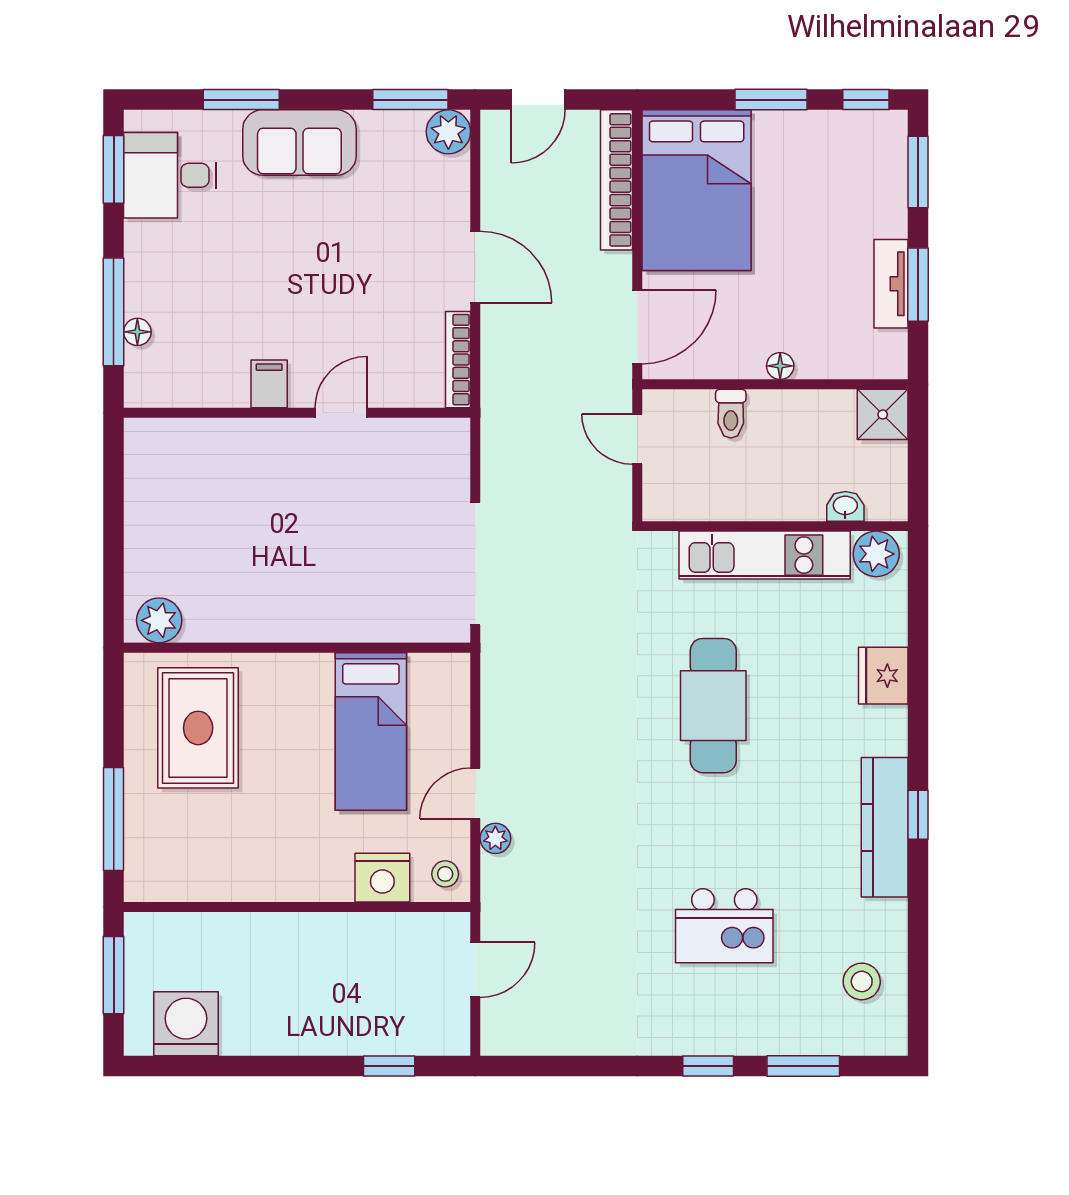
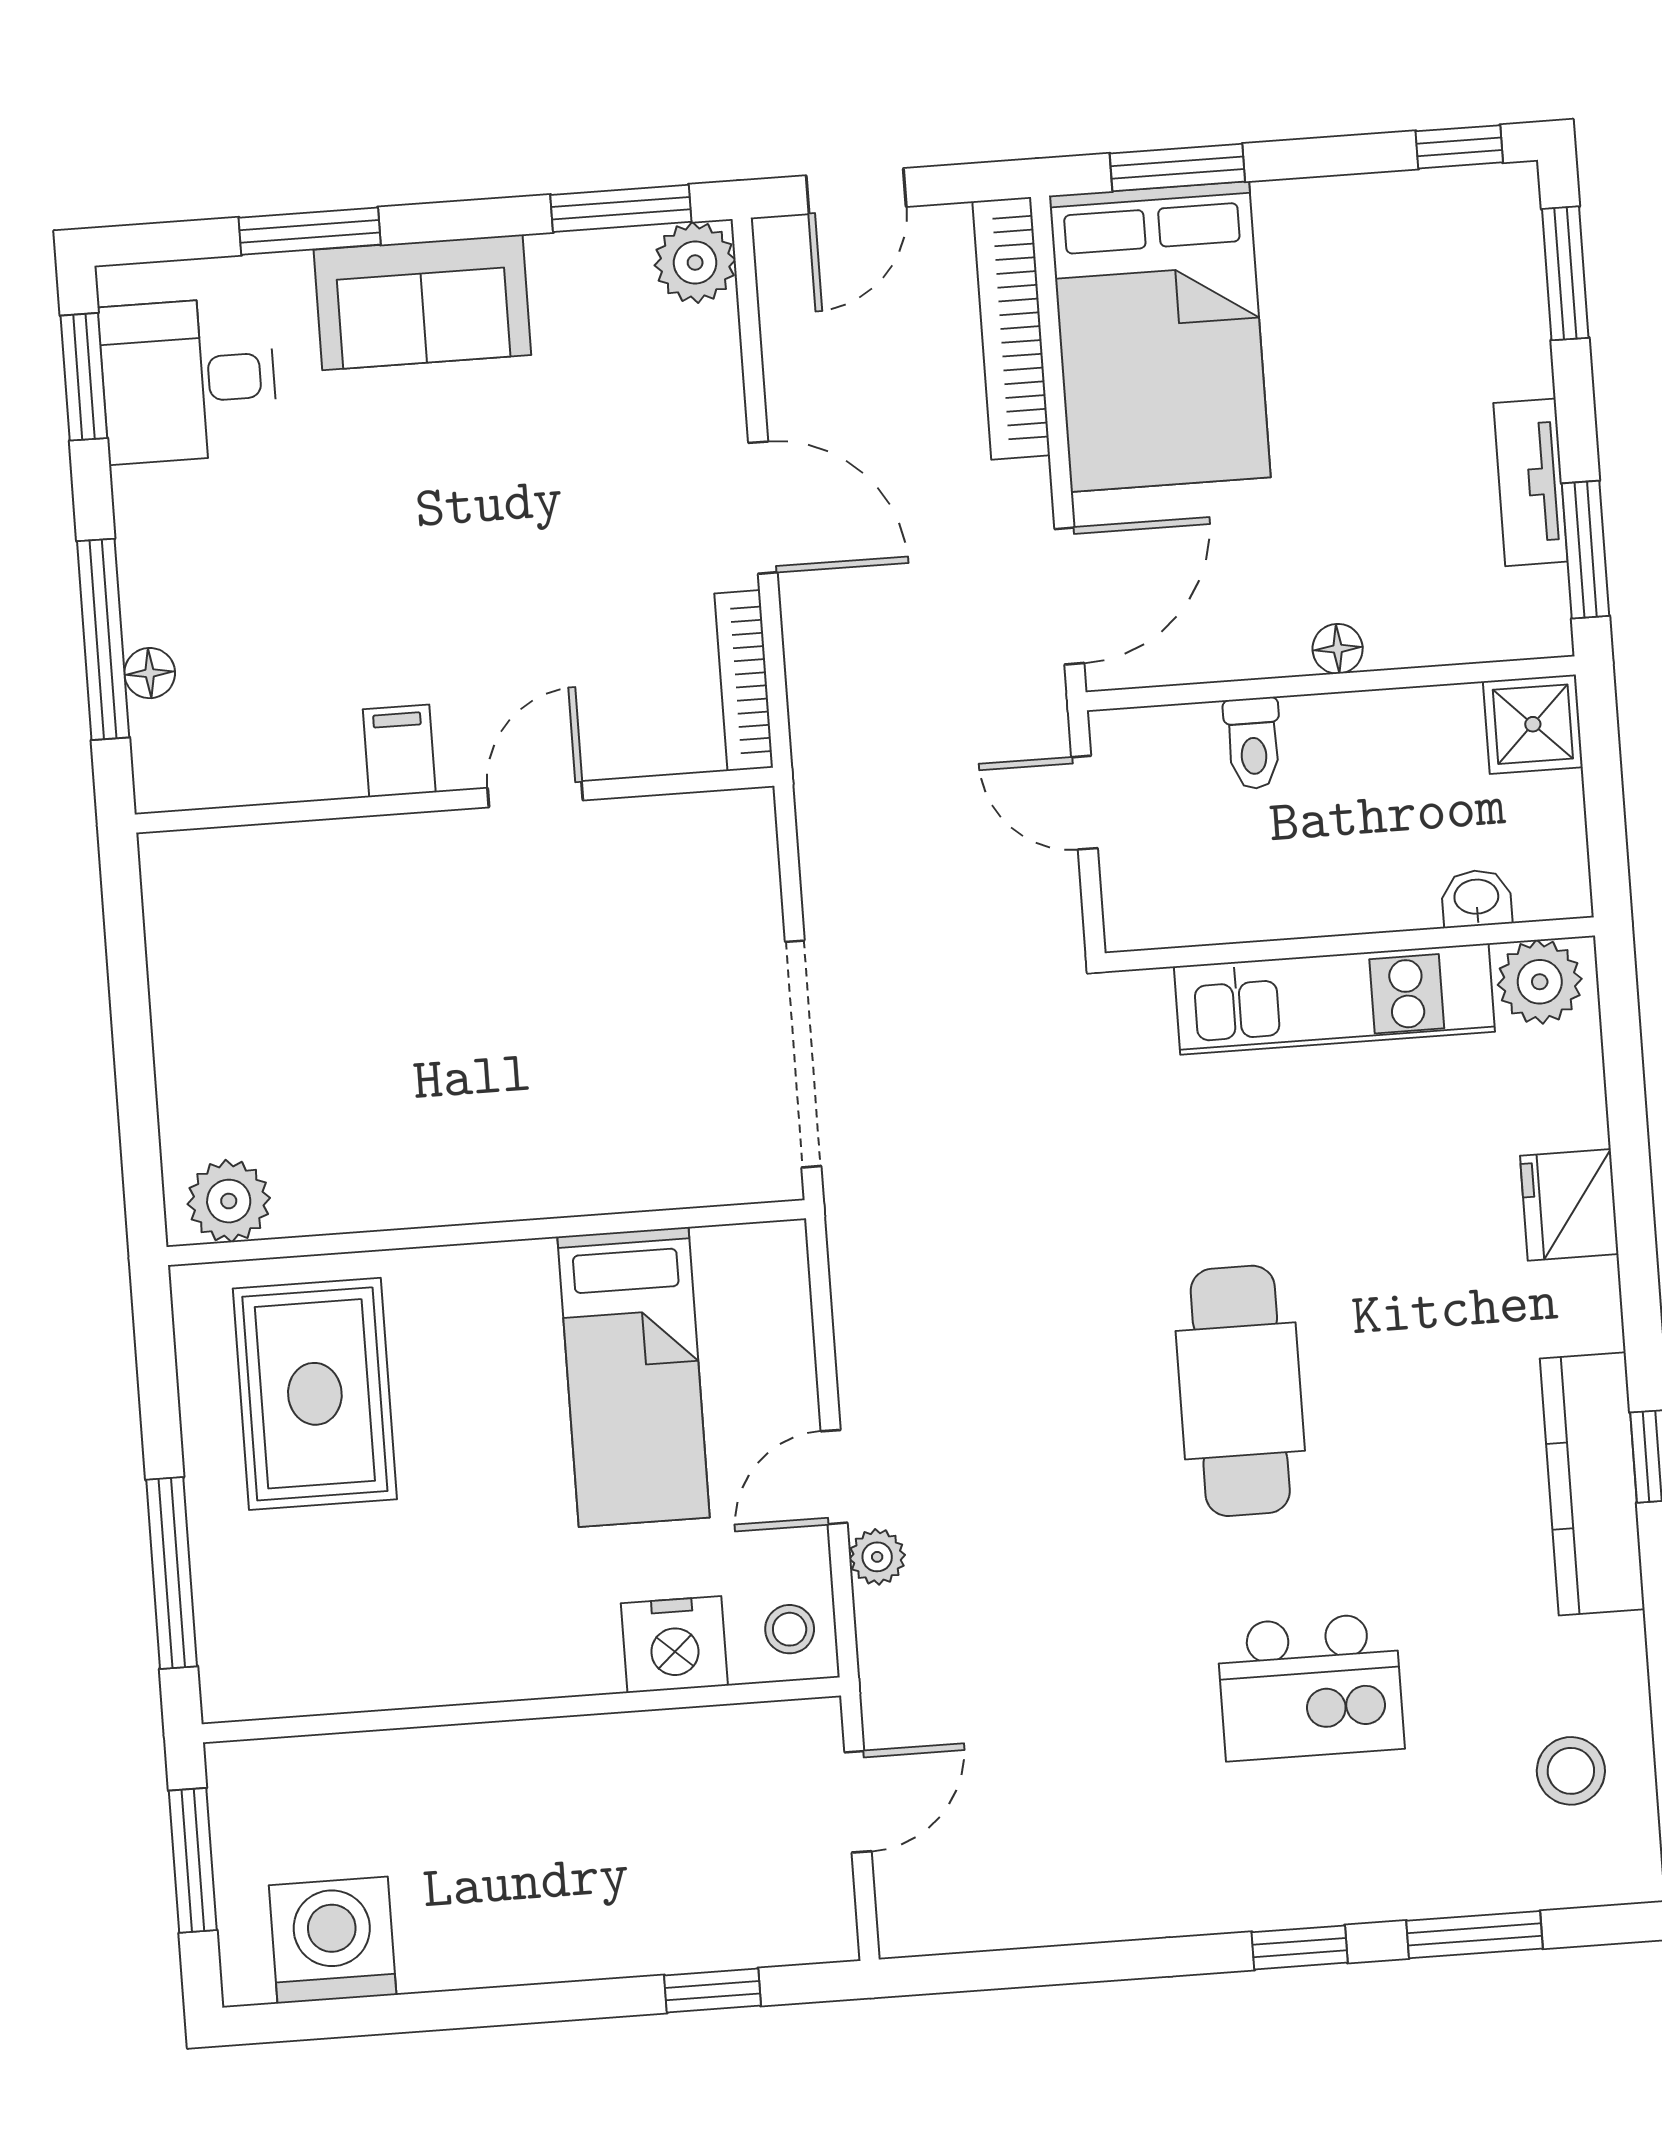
window: (771, 100) -> (1177, 167), moved
window: (918, 285) -> (1586, 550), moved
cafe table: (713, 706) -> (1240, 1391), moved

